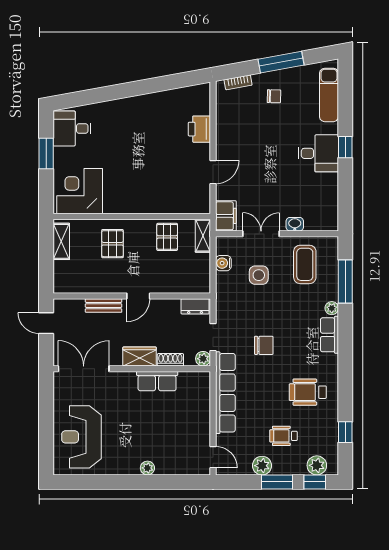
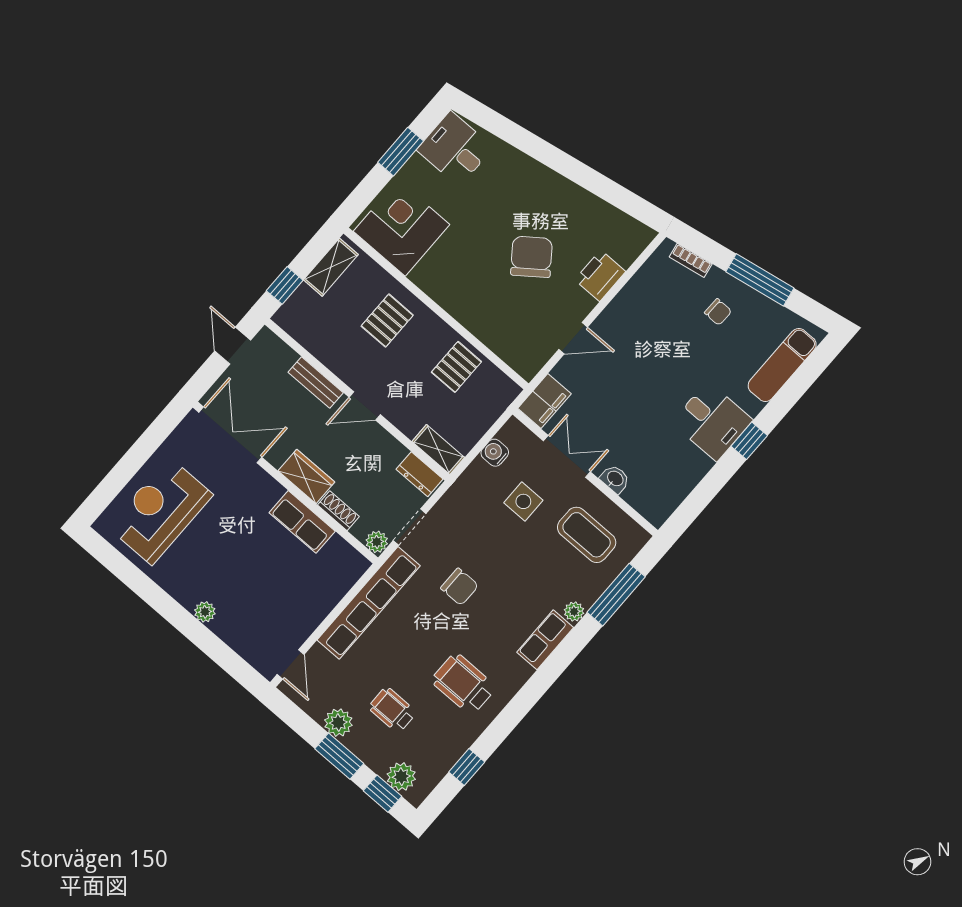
chair: (157, 149) -> (532, 257), added
shelving: (203, 236) -> (438, 449), moved, turned 90
coffee table: (305, 264) -> (587, 535), turned 90
window: (46, 270) -> (285, 285), added

